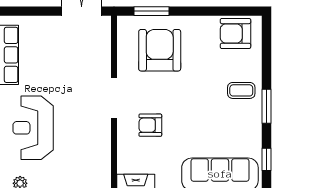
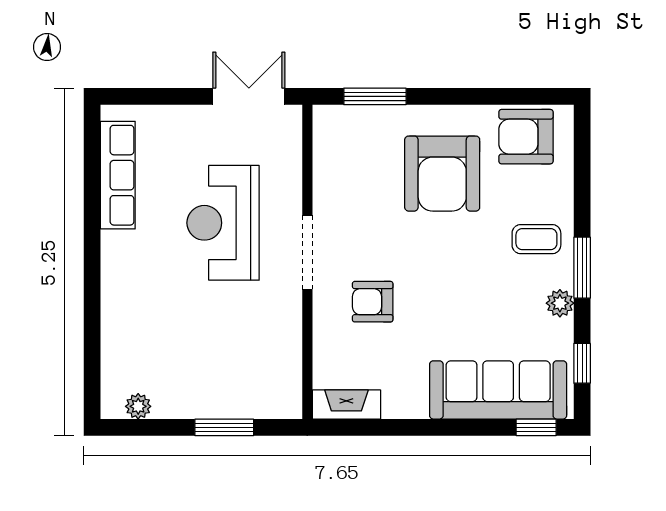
armchair: (160, 50) -> (442, 174), moved, turned 180
plant: (254, 126) -> (560, 303), added
reception desk: (33, 128) -> (223, 223), moved

